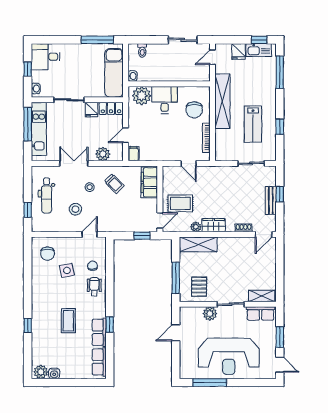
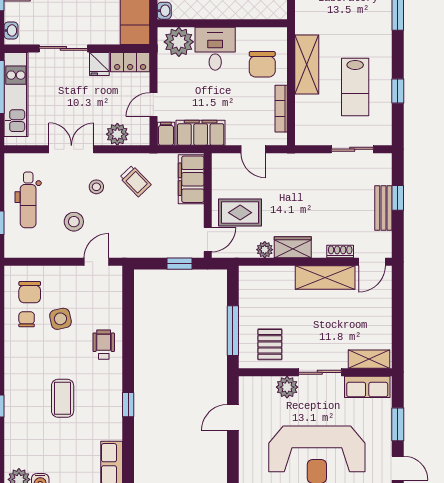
shelving: (222, 101) -> (307, 65), width x0.68
filing cabinet: (155, 153) -> (201, 133), added
shelving: (198, 244) -> (325, 277), moved
chair: (93, 266) -> (27, 319), moved
row of seats: (99, 332) -> (111, 417), removed

